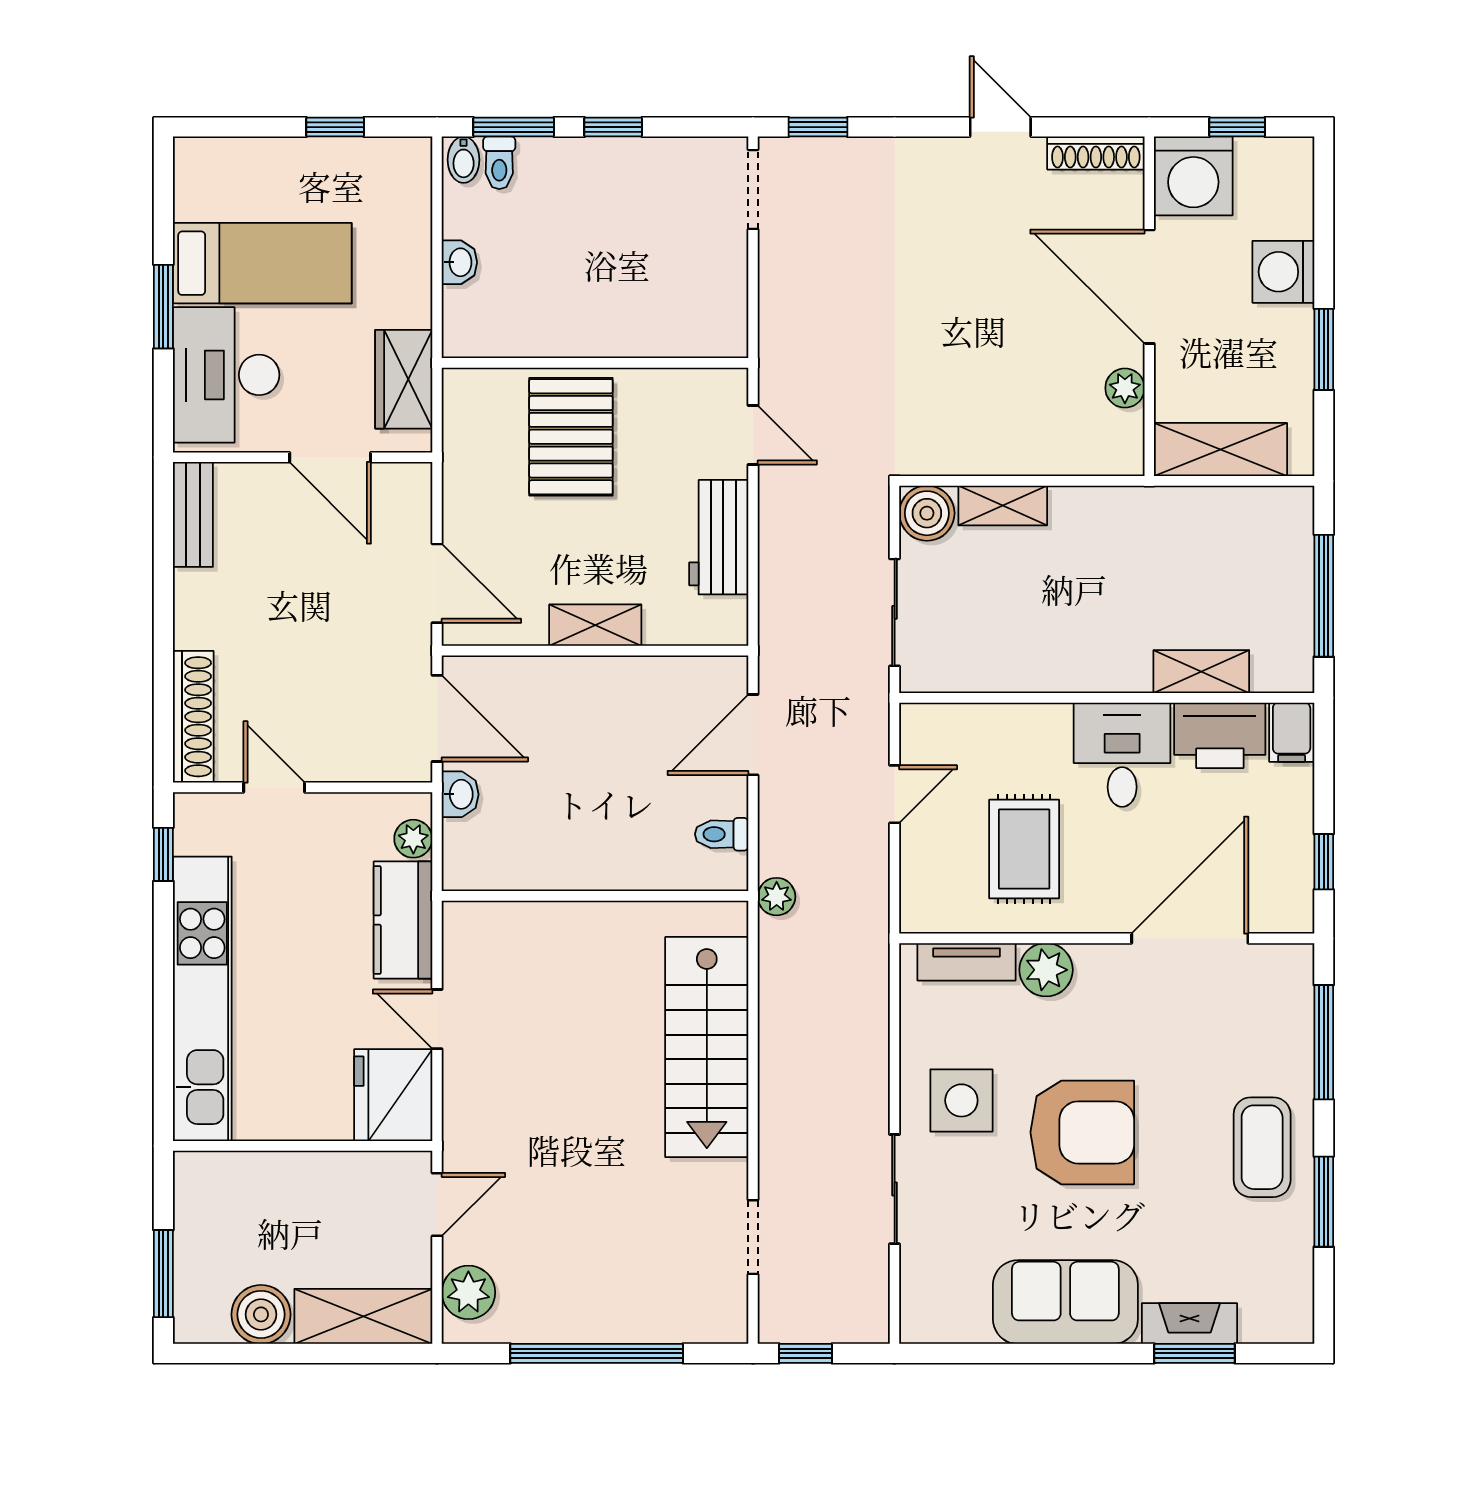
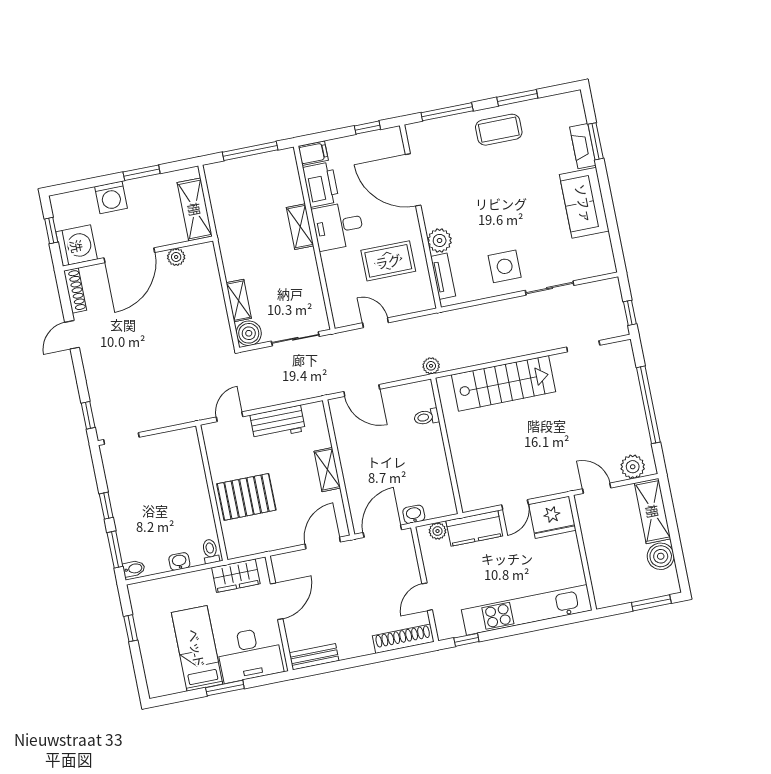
toilet: (499, 163) -> (210, 551), moved, turned -90
shelving: (1201, 672) -> (300, 227), moved
toilet: (722, 834) -> (427, 417), moved, turned 90
armchair: (1082, 1132) -> (508, 210), removed

